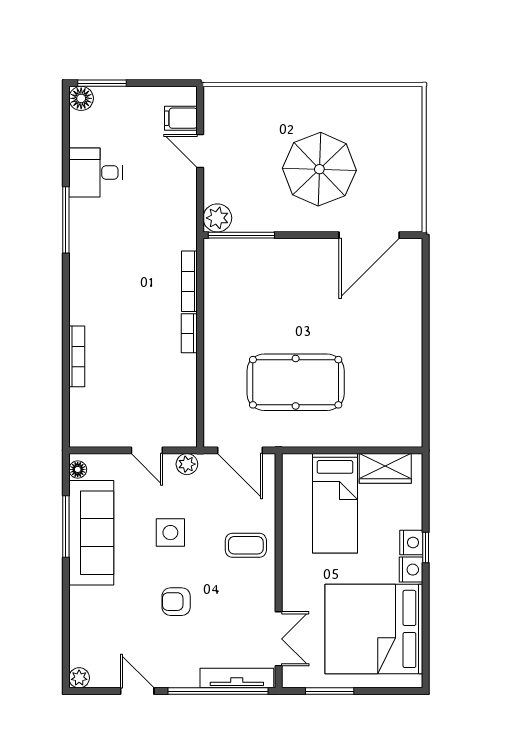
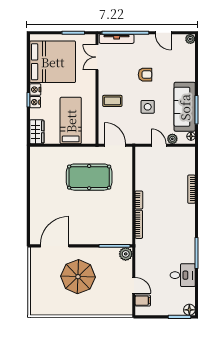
plant: (187, 464) -> (172, 139), moved
wardrobe: (385, 468) -> (37, 132), moved, turned 90

